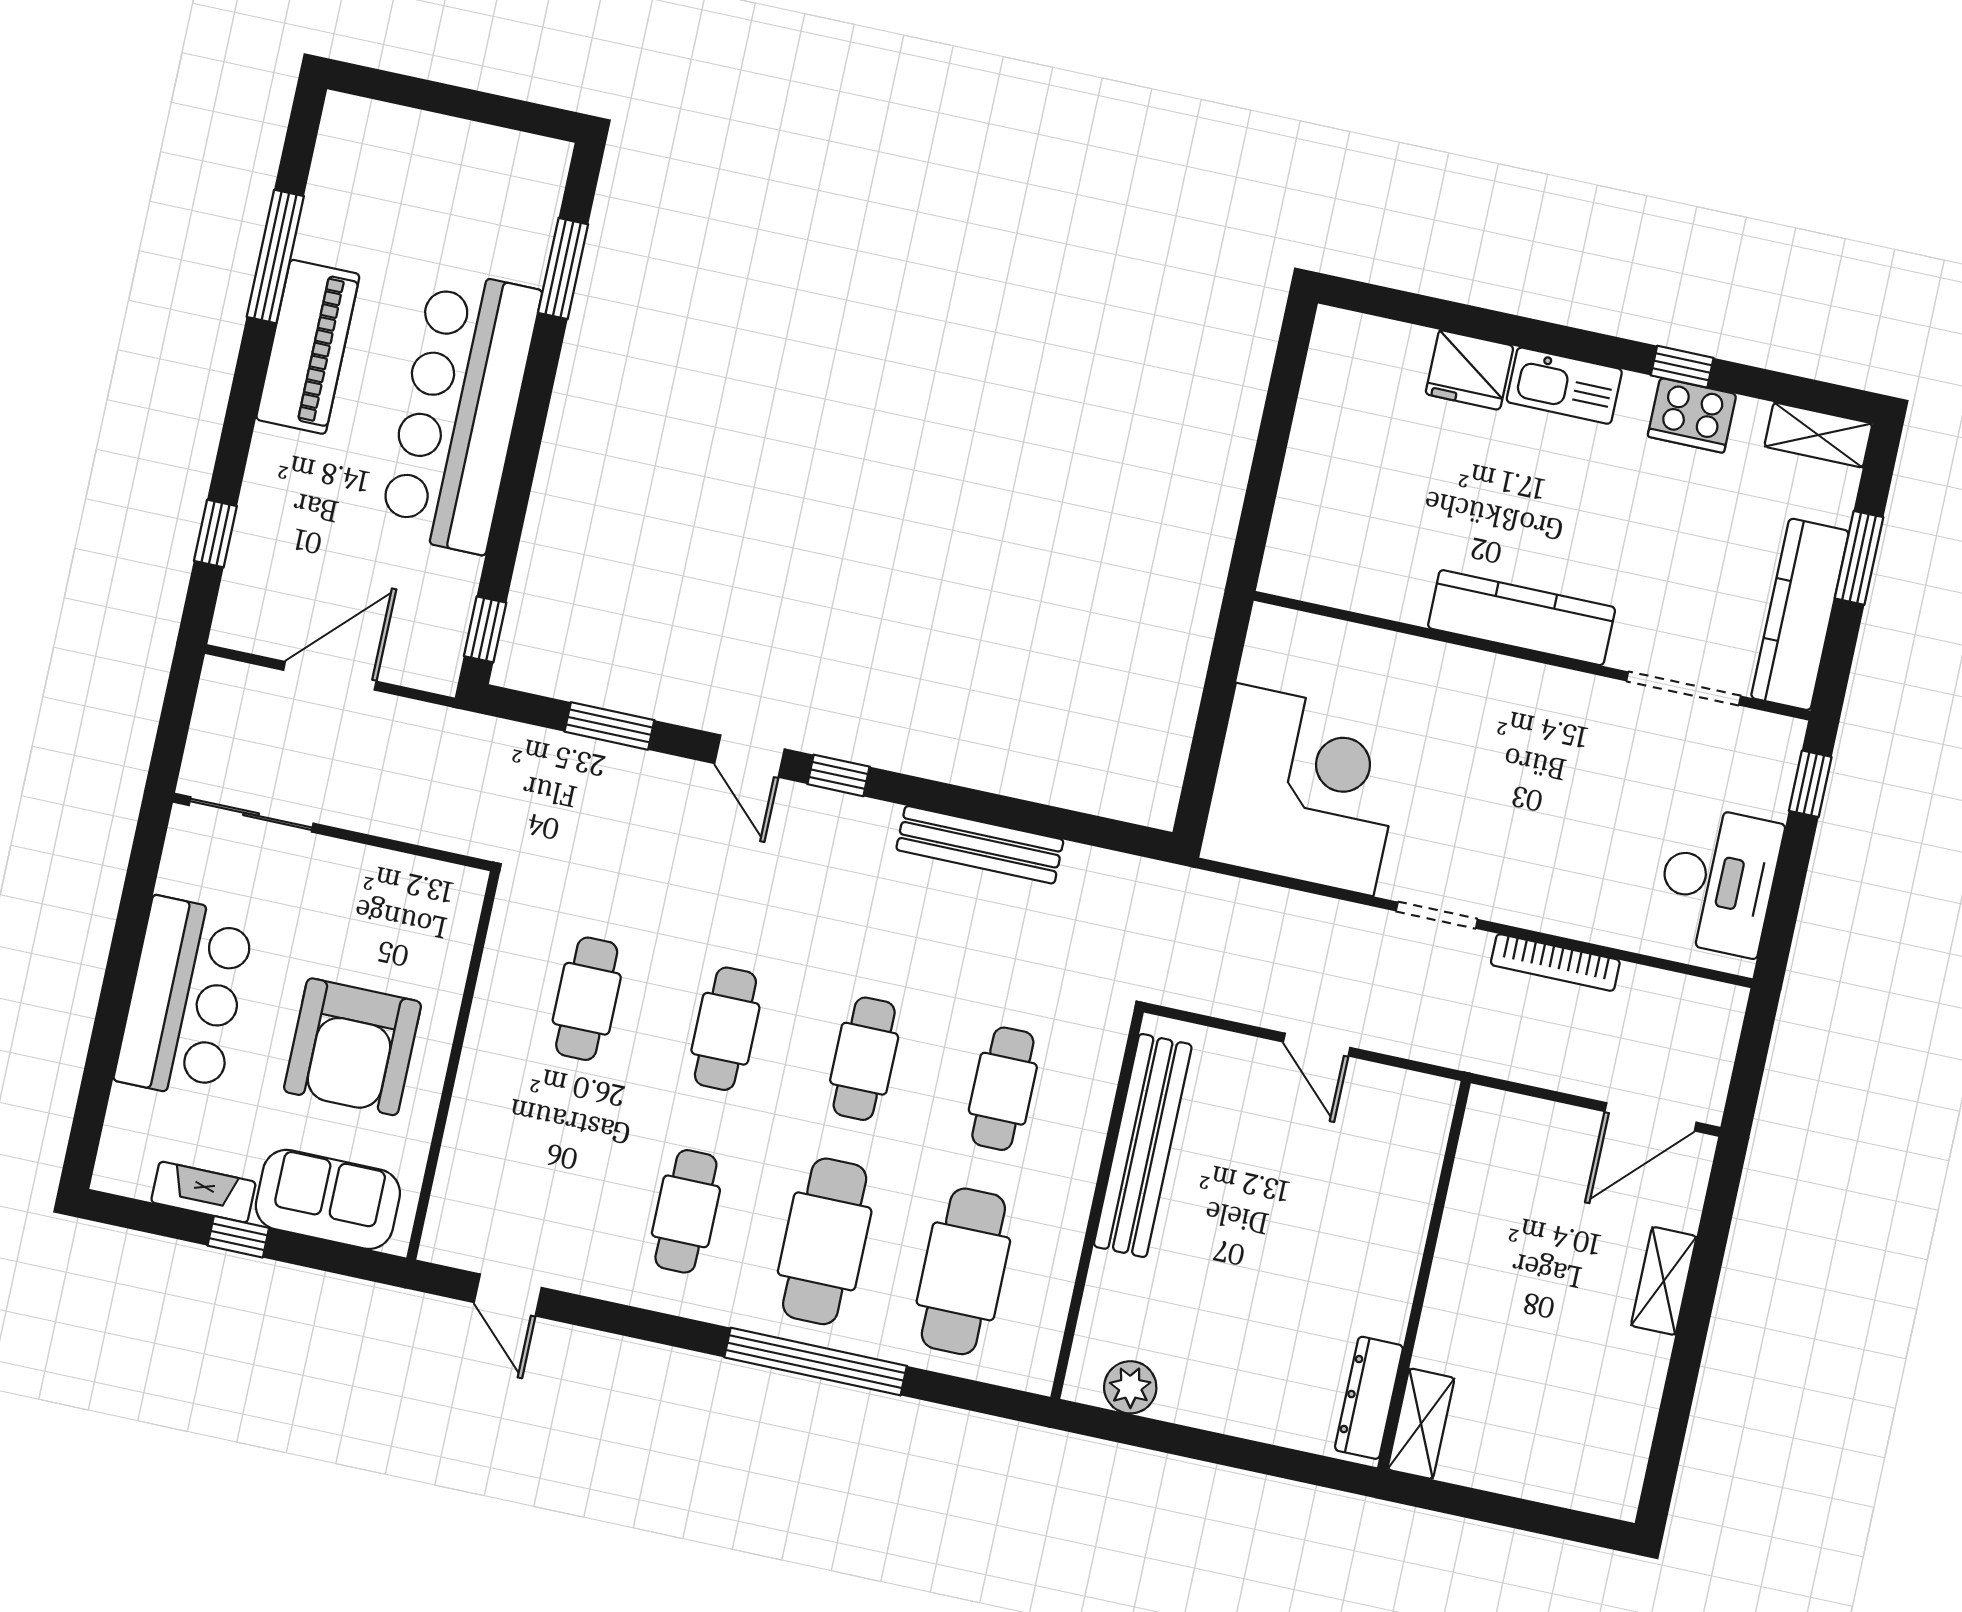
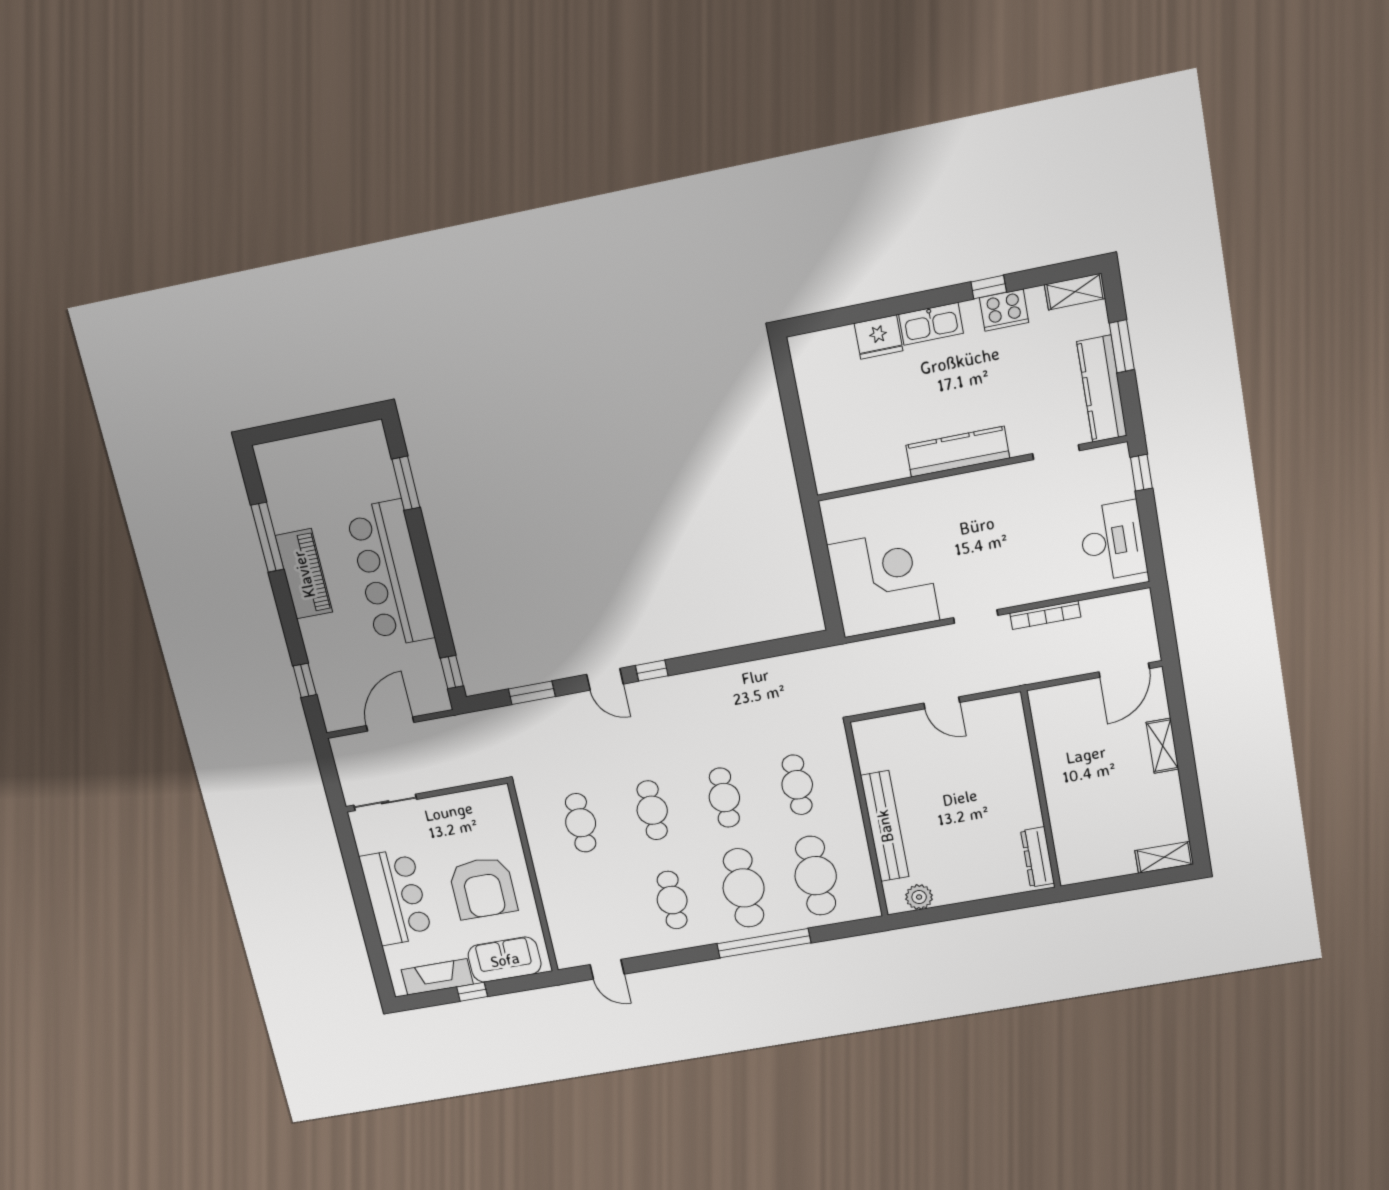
doorway: (1684, 689) -> (1056, 452), width x0.73
bench: (980, 845) -> (735, 675), removed
bench: (1143, 1146) -> (885, 826), moved
fireplace: (203, 1192) -> (437, 977), width x1.37, depth x1.32
shelving: (1421, 1424) -> (1164, 857), moved, turned 90

